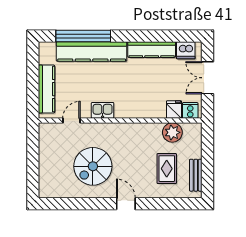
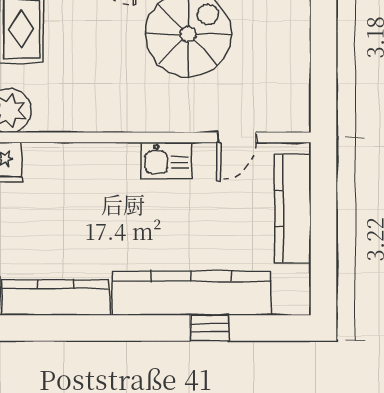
window: (83, 36) -> (210, 328), width x0.32

